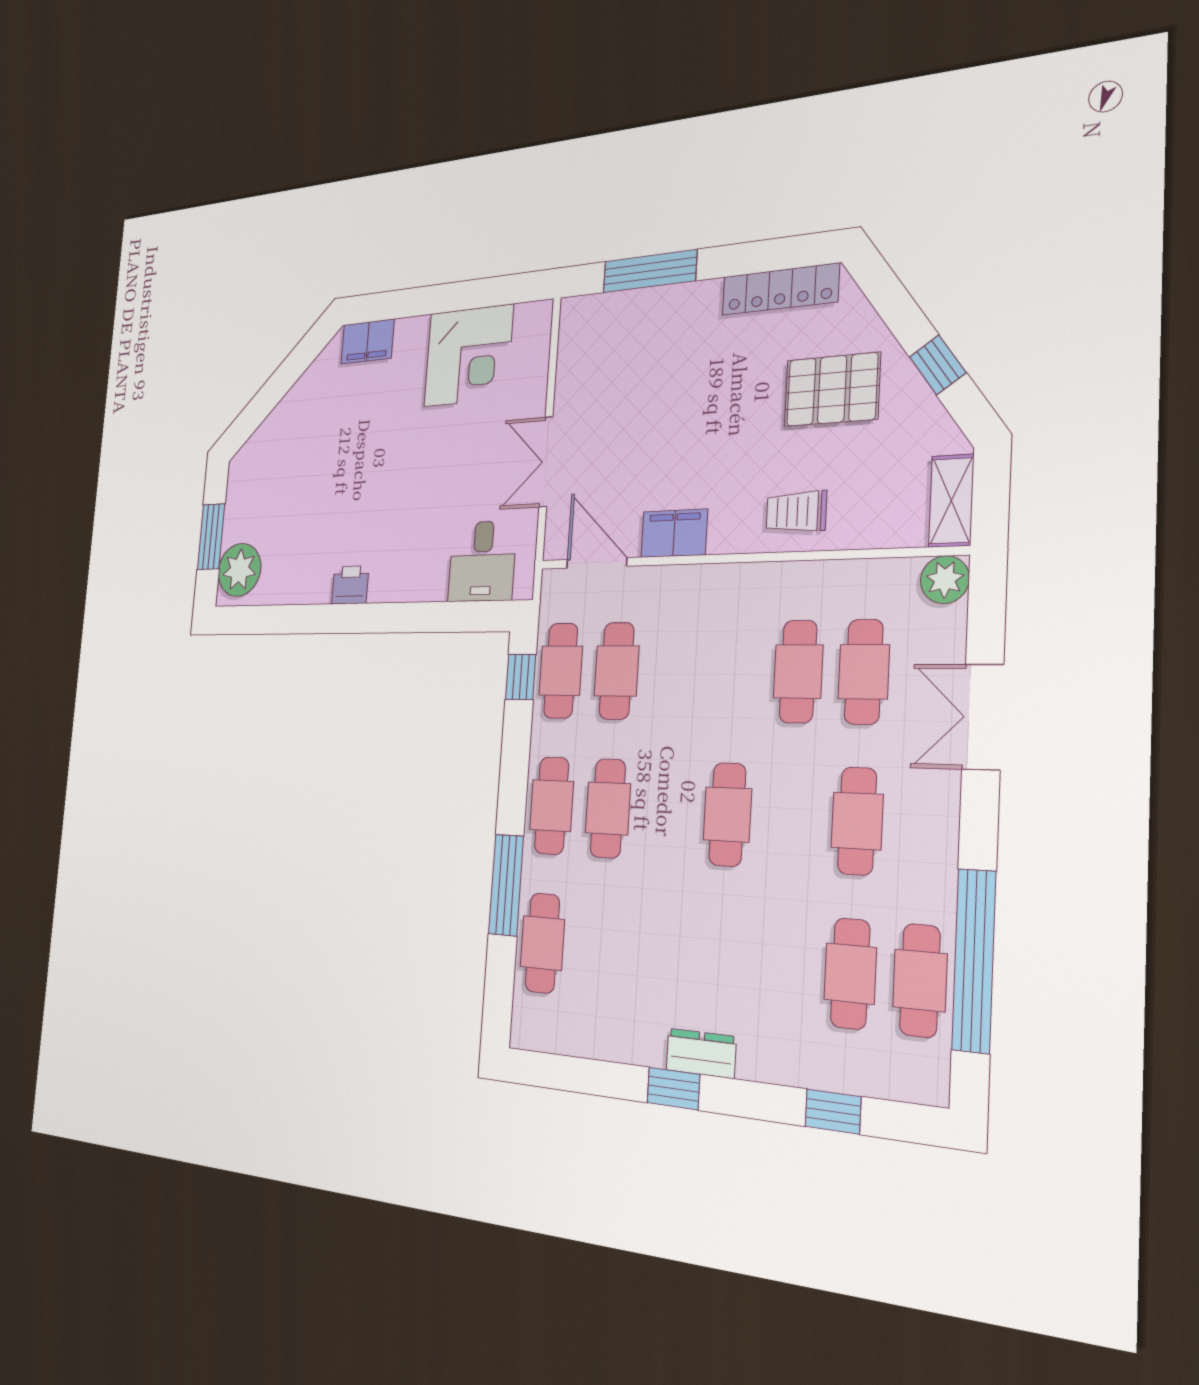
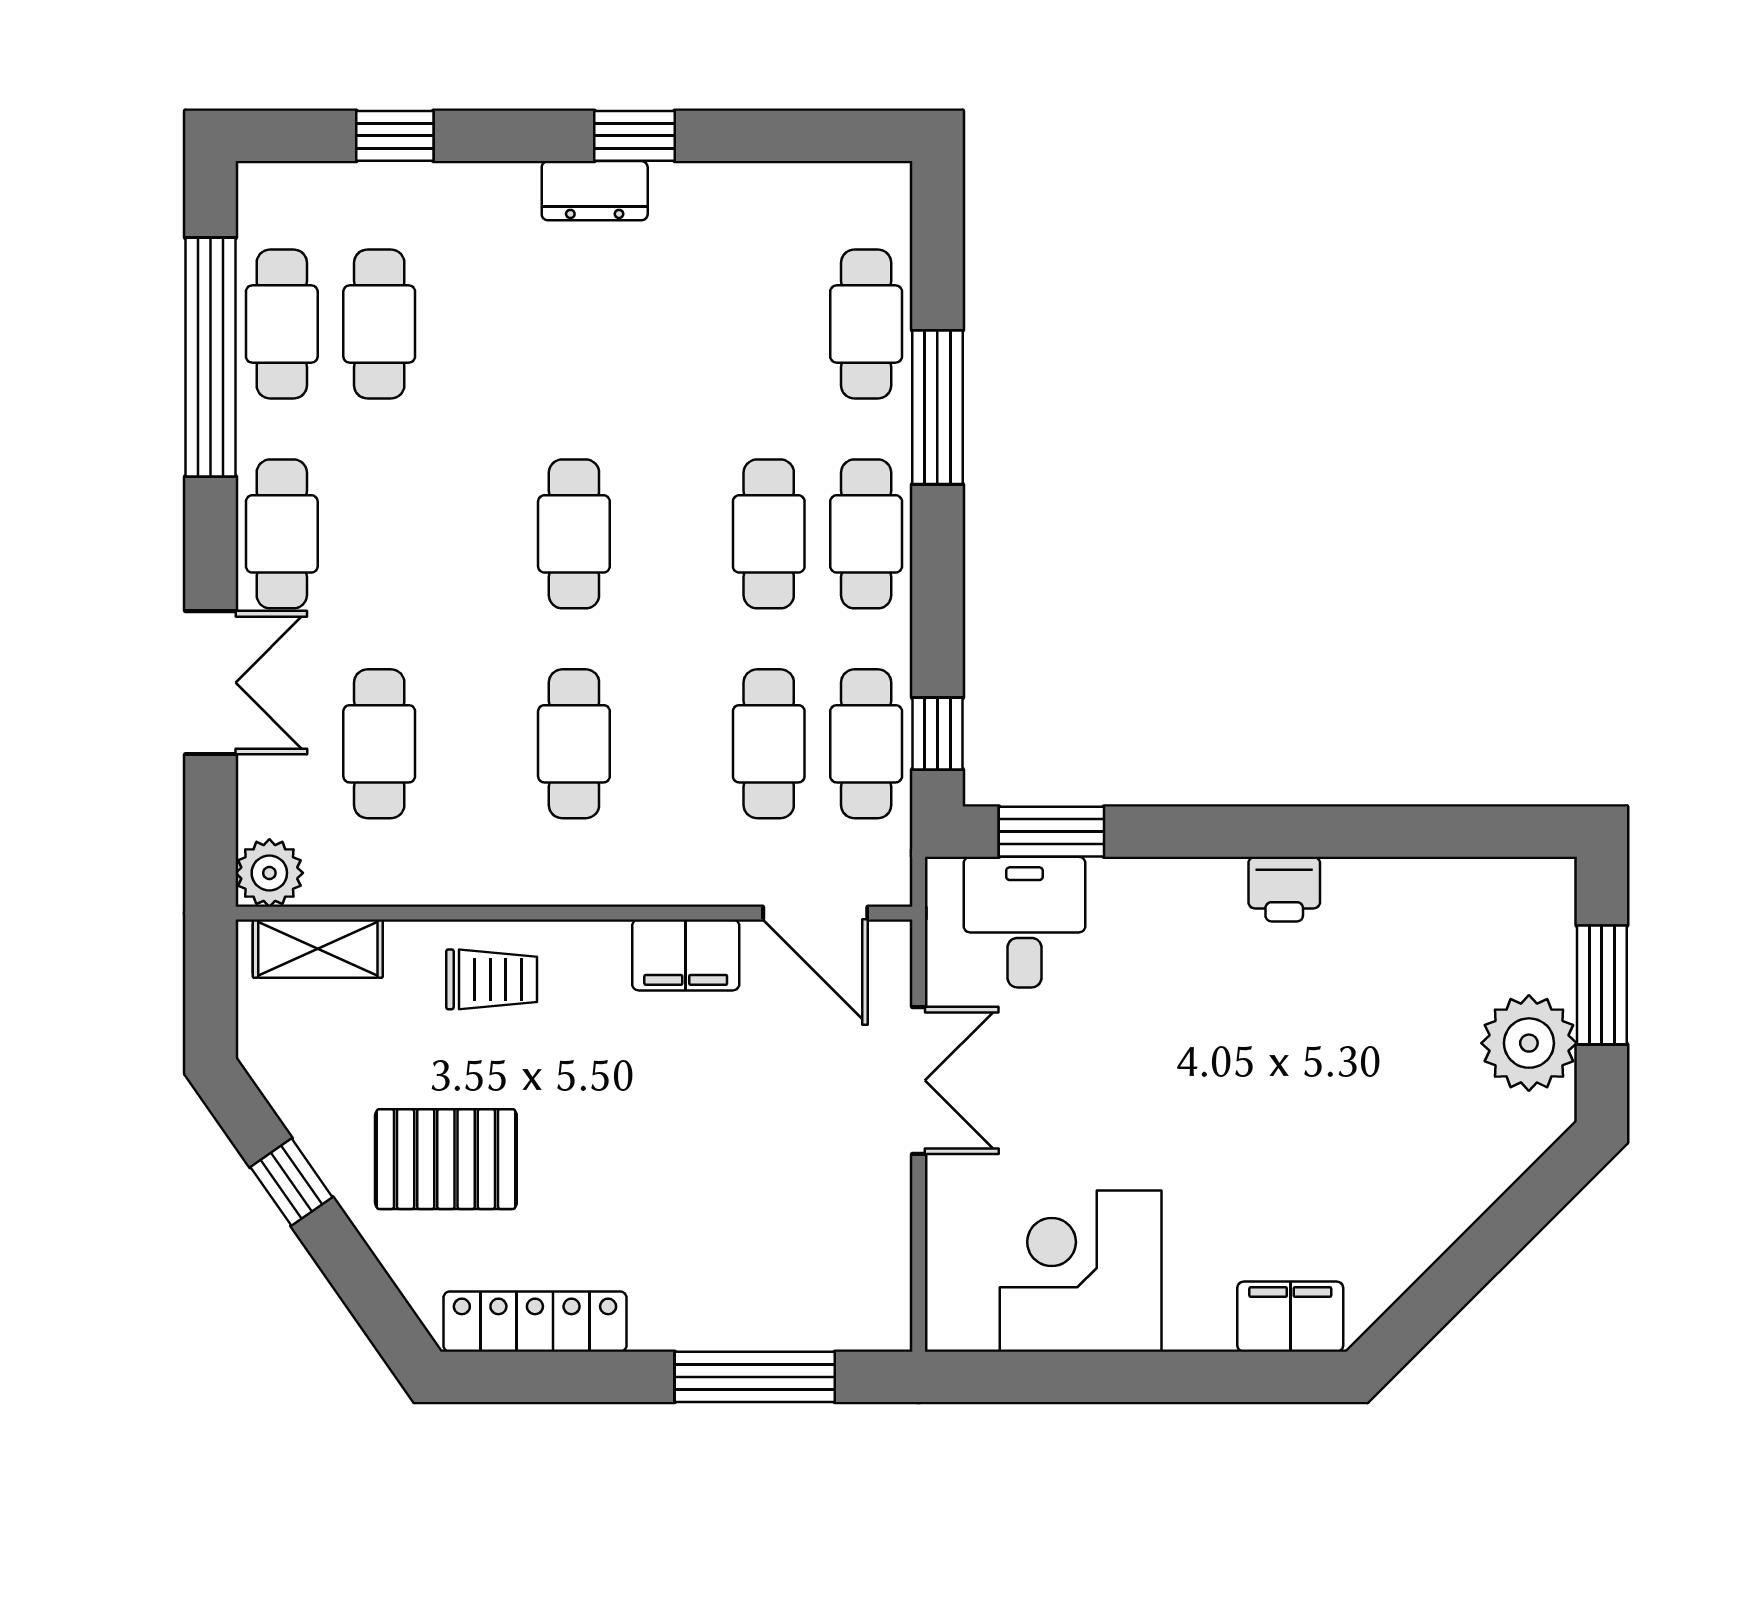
shelving: (951, 501) -> (318, 949), moved, turned 90
plant: (239, 570) -> (1529, 1043), moved
window: (464, 617) -> (1051, 832), added
cafe table: (798, 672) -> (574, 744), moved
cafe table: (857, 821) -> (282, 534), moved

